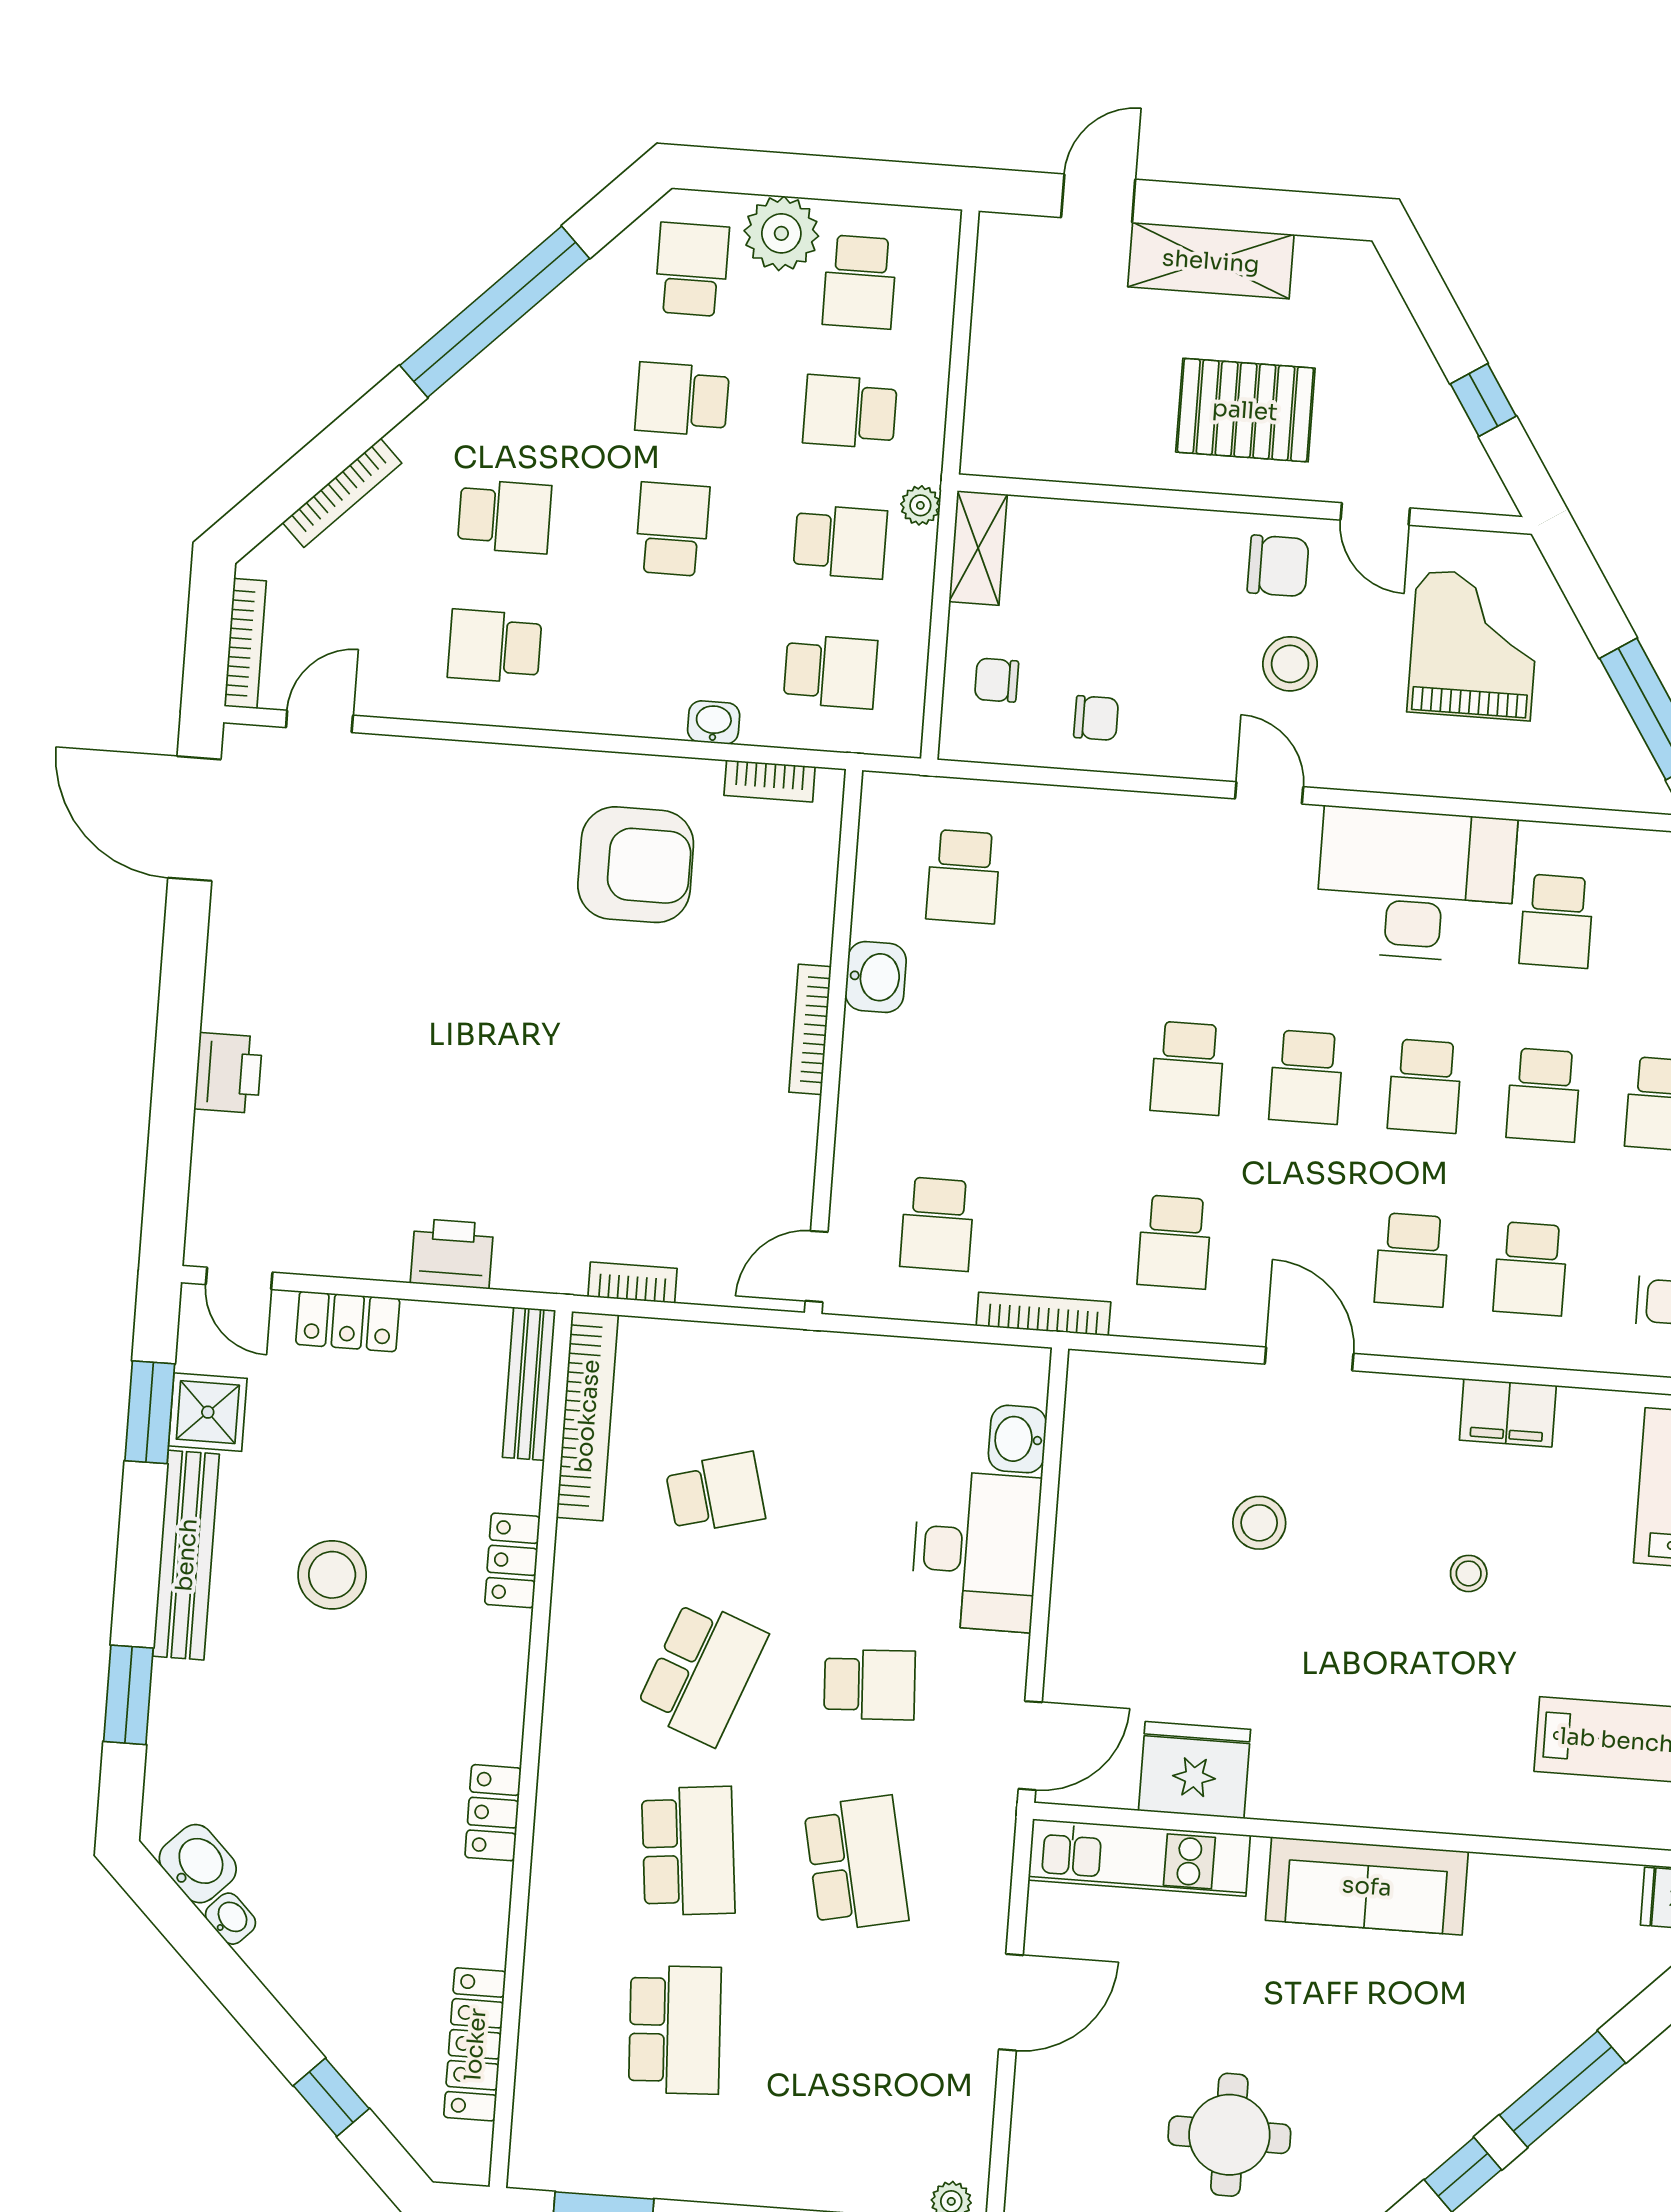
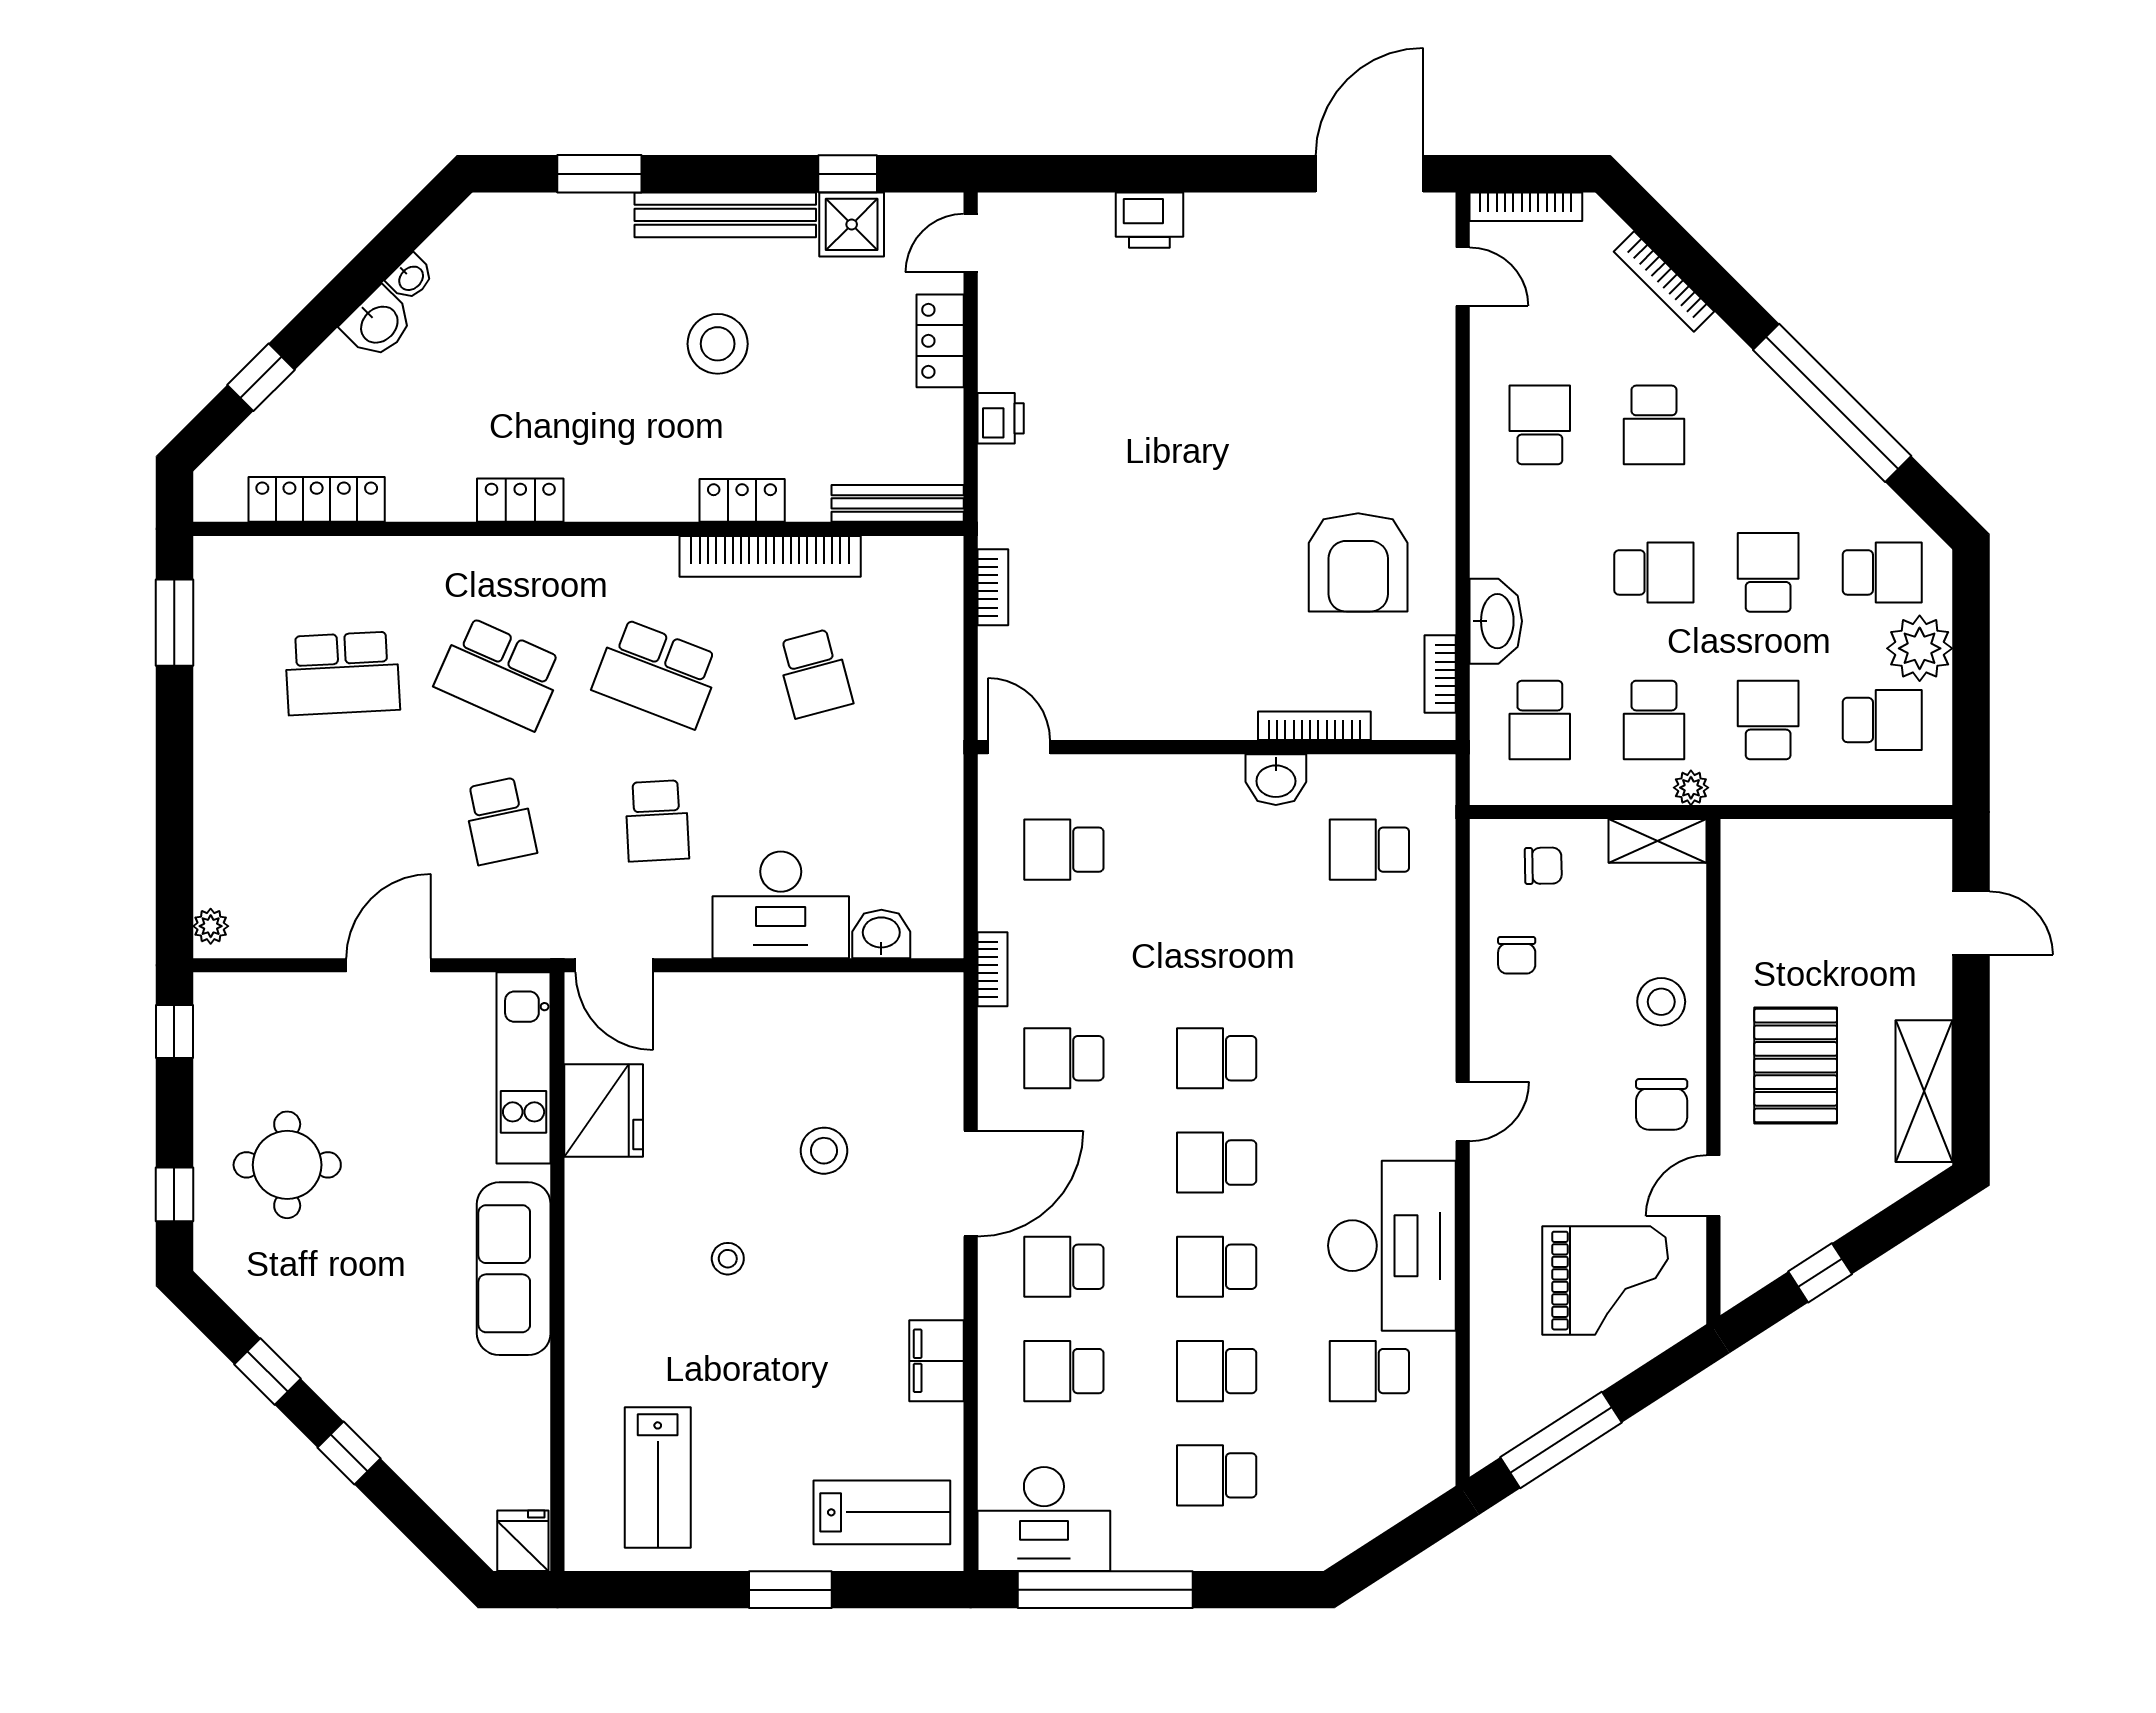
shelving: (1211, 261) -> (1924, 1091), moved
school desk: (860, 282) -> (1882, 720), turned 180
stool: (1290, 664) -> (1661, 1002), moved
chair: (997, 680) -> (1543, 866), turned 89
washbasin: (714, 722) -> (1496, 621), width x1.91, depth x1.45
bookcase: (810, 1029) -> (1314, 726), moved
printer: (452, 1254) -> (1001, 418), width x0.73, depth x0.81
bookcase: (1043, 1314) -> (992, 969), width x0.64
door: (1309, 1359) -> (971, 1184), width x1.36
window: (150, 1412) -> (848, 174), width x0.67
bookcase: (587, 1416) -> (770, 556), moved
stool: (1469, 1573) -> (728, 1259), moved
school desk: (688, 1851) -> (500, 673), turned 30
washbasin: (198, 1864) -> (378, 324), moved
school desk: (856, 1864) -> (500, 821), width x0.54
door: (1011, 2002) -> (389, 965), swing flipped
window: (1562, 2089) -> (349, 1453), width x0.46

